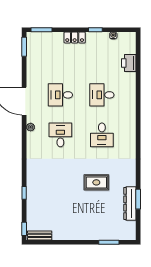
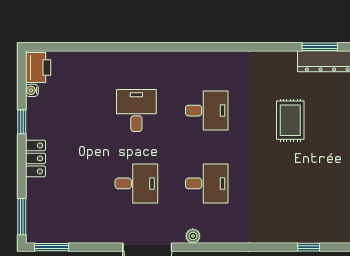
printer: (129, 63) -> (38, 67), moved, turned -90
desk: (60, 95) -> (136, 183), turned -90
desk: (102, 95) -> (136, 111), turned 180
desk: (60, 135) -> (207, 183), turned 180

